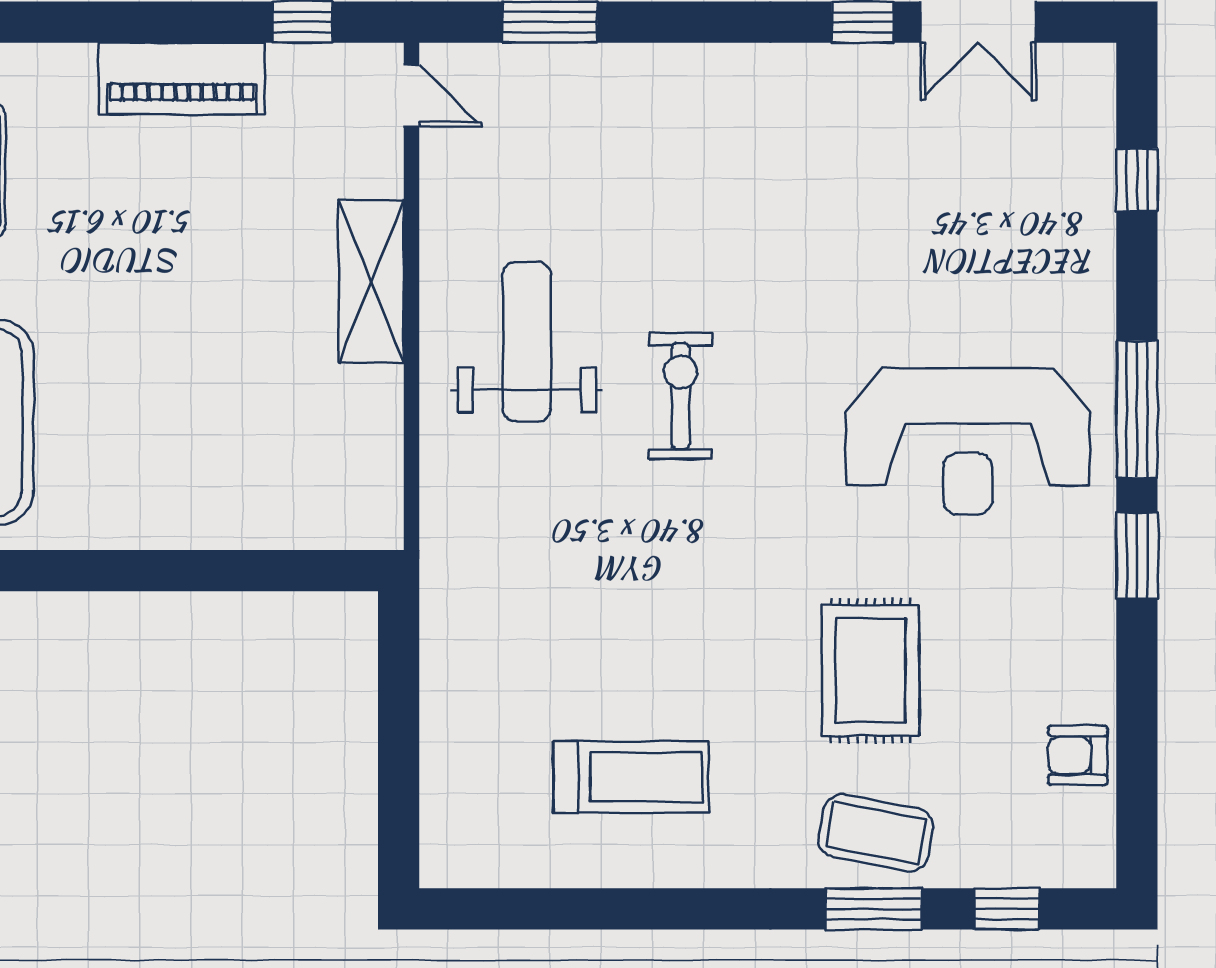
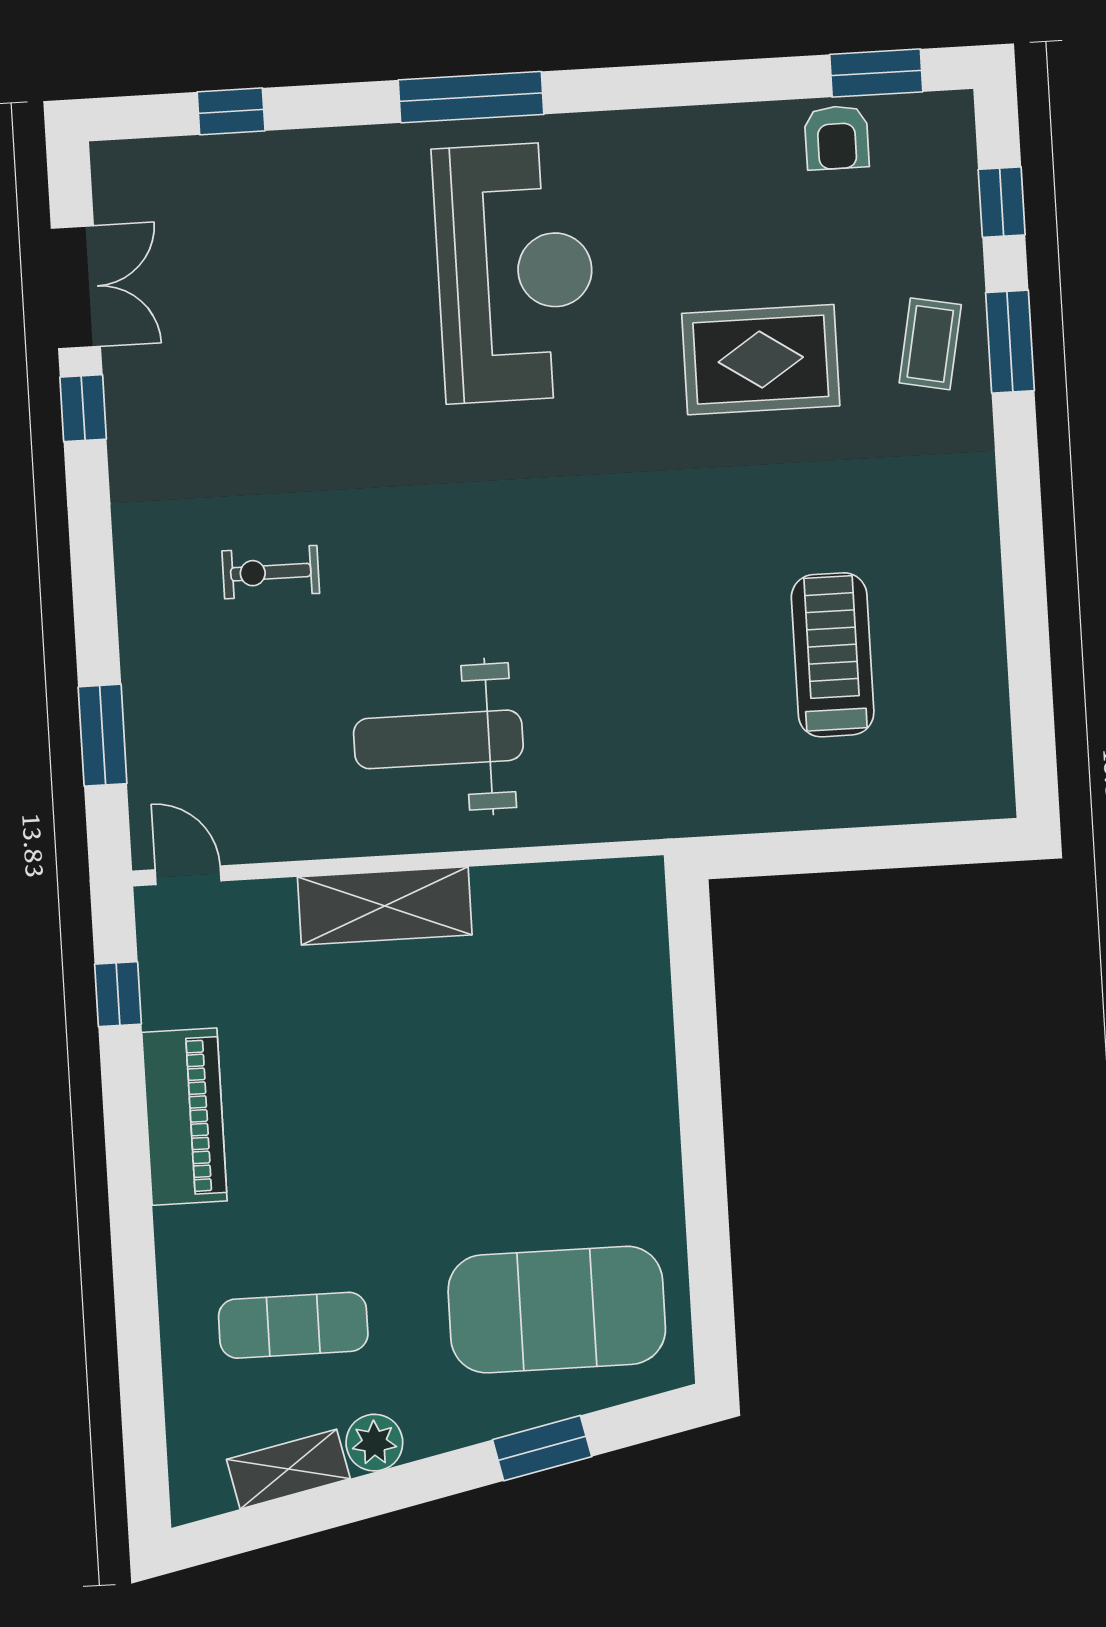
door: (412, 96) -> (188, 875), hinge flipped
exercise bike: (681, 396) -> (271, 572), moved, width x0.73, depth x0.72
window: (1137, 556) -> (876, 73), moved
treadmill: (631, 777) -> (833, 655), moved
coffee table: (876, 833) -> (930, 344), width x0.73, depth x0.77

